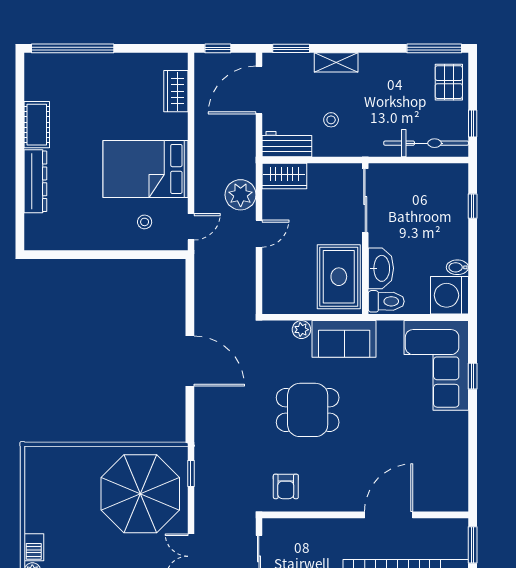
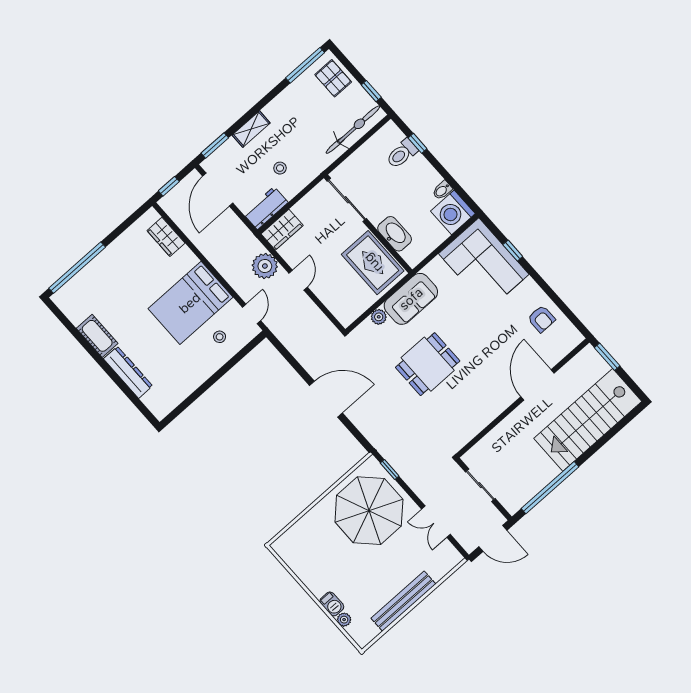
toilet: (386, 301) -> (402, 154), moved, turned 180
armchair: (286, 486) -> (541, 319), moved

